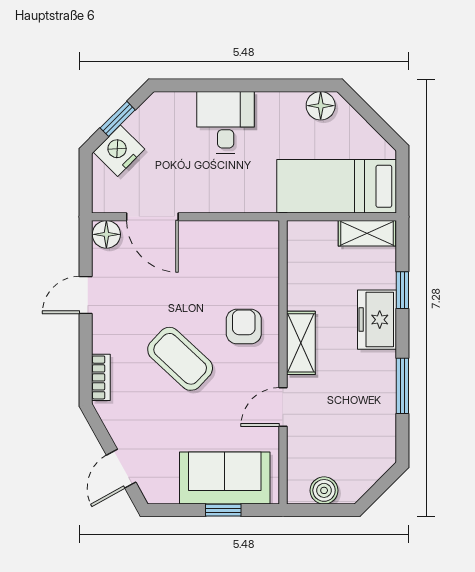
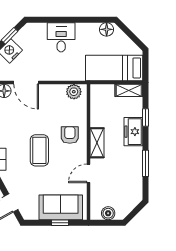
plant: (252, 236) -> (74, 92), added
coffee table: (180, 359) -> (39, 150), turned 47

